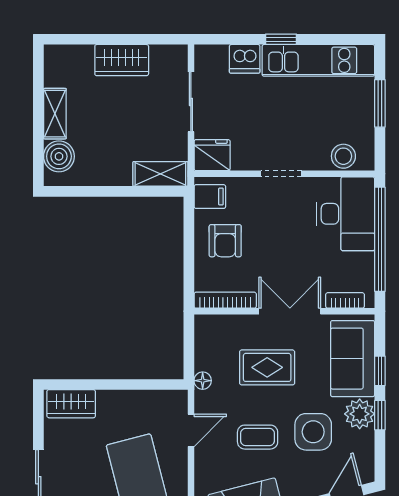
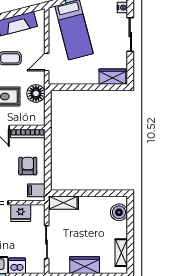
shelving: (55, 114) -> (121, 253), moved
fridge: (212, 155) -> (21, 213), moved
floor lamp: (203, 381) -> (36, 93), width x1.89, depth x1.89

